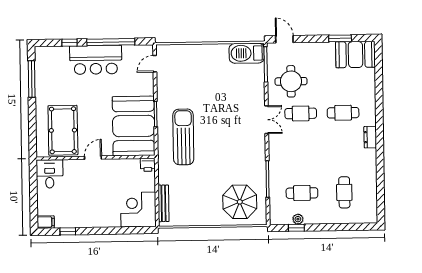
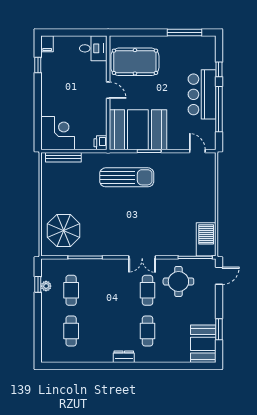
cafe table: (344, 192) -> (71, 331), turned 90

